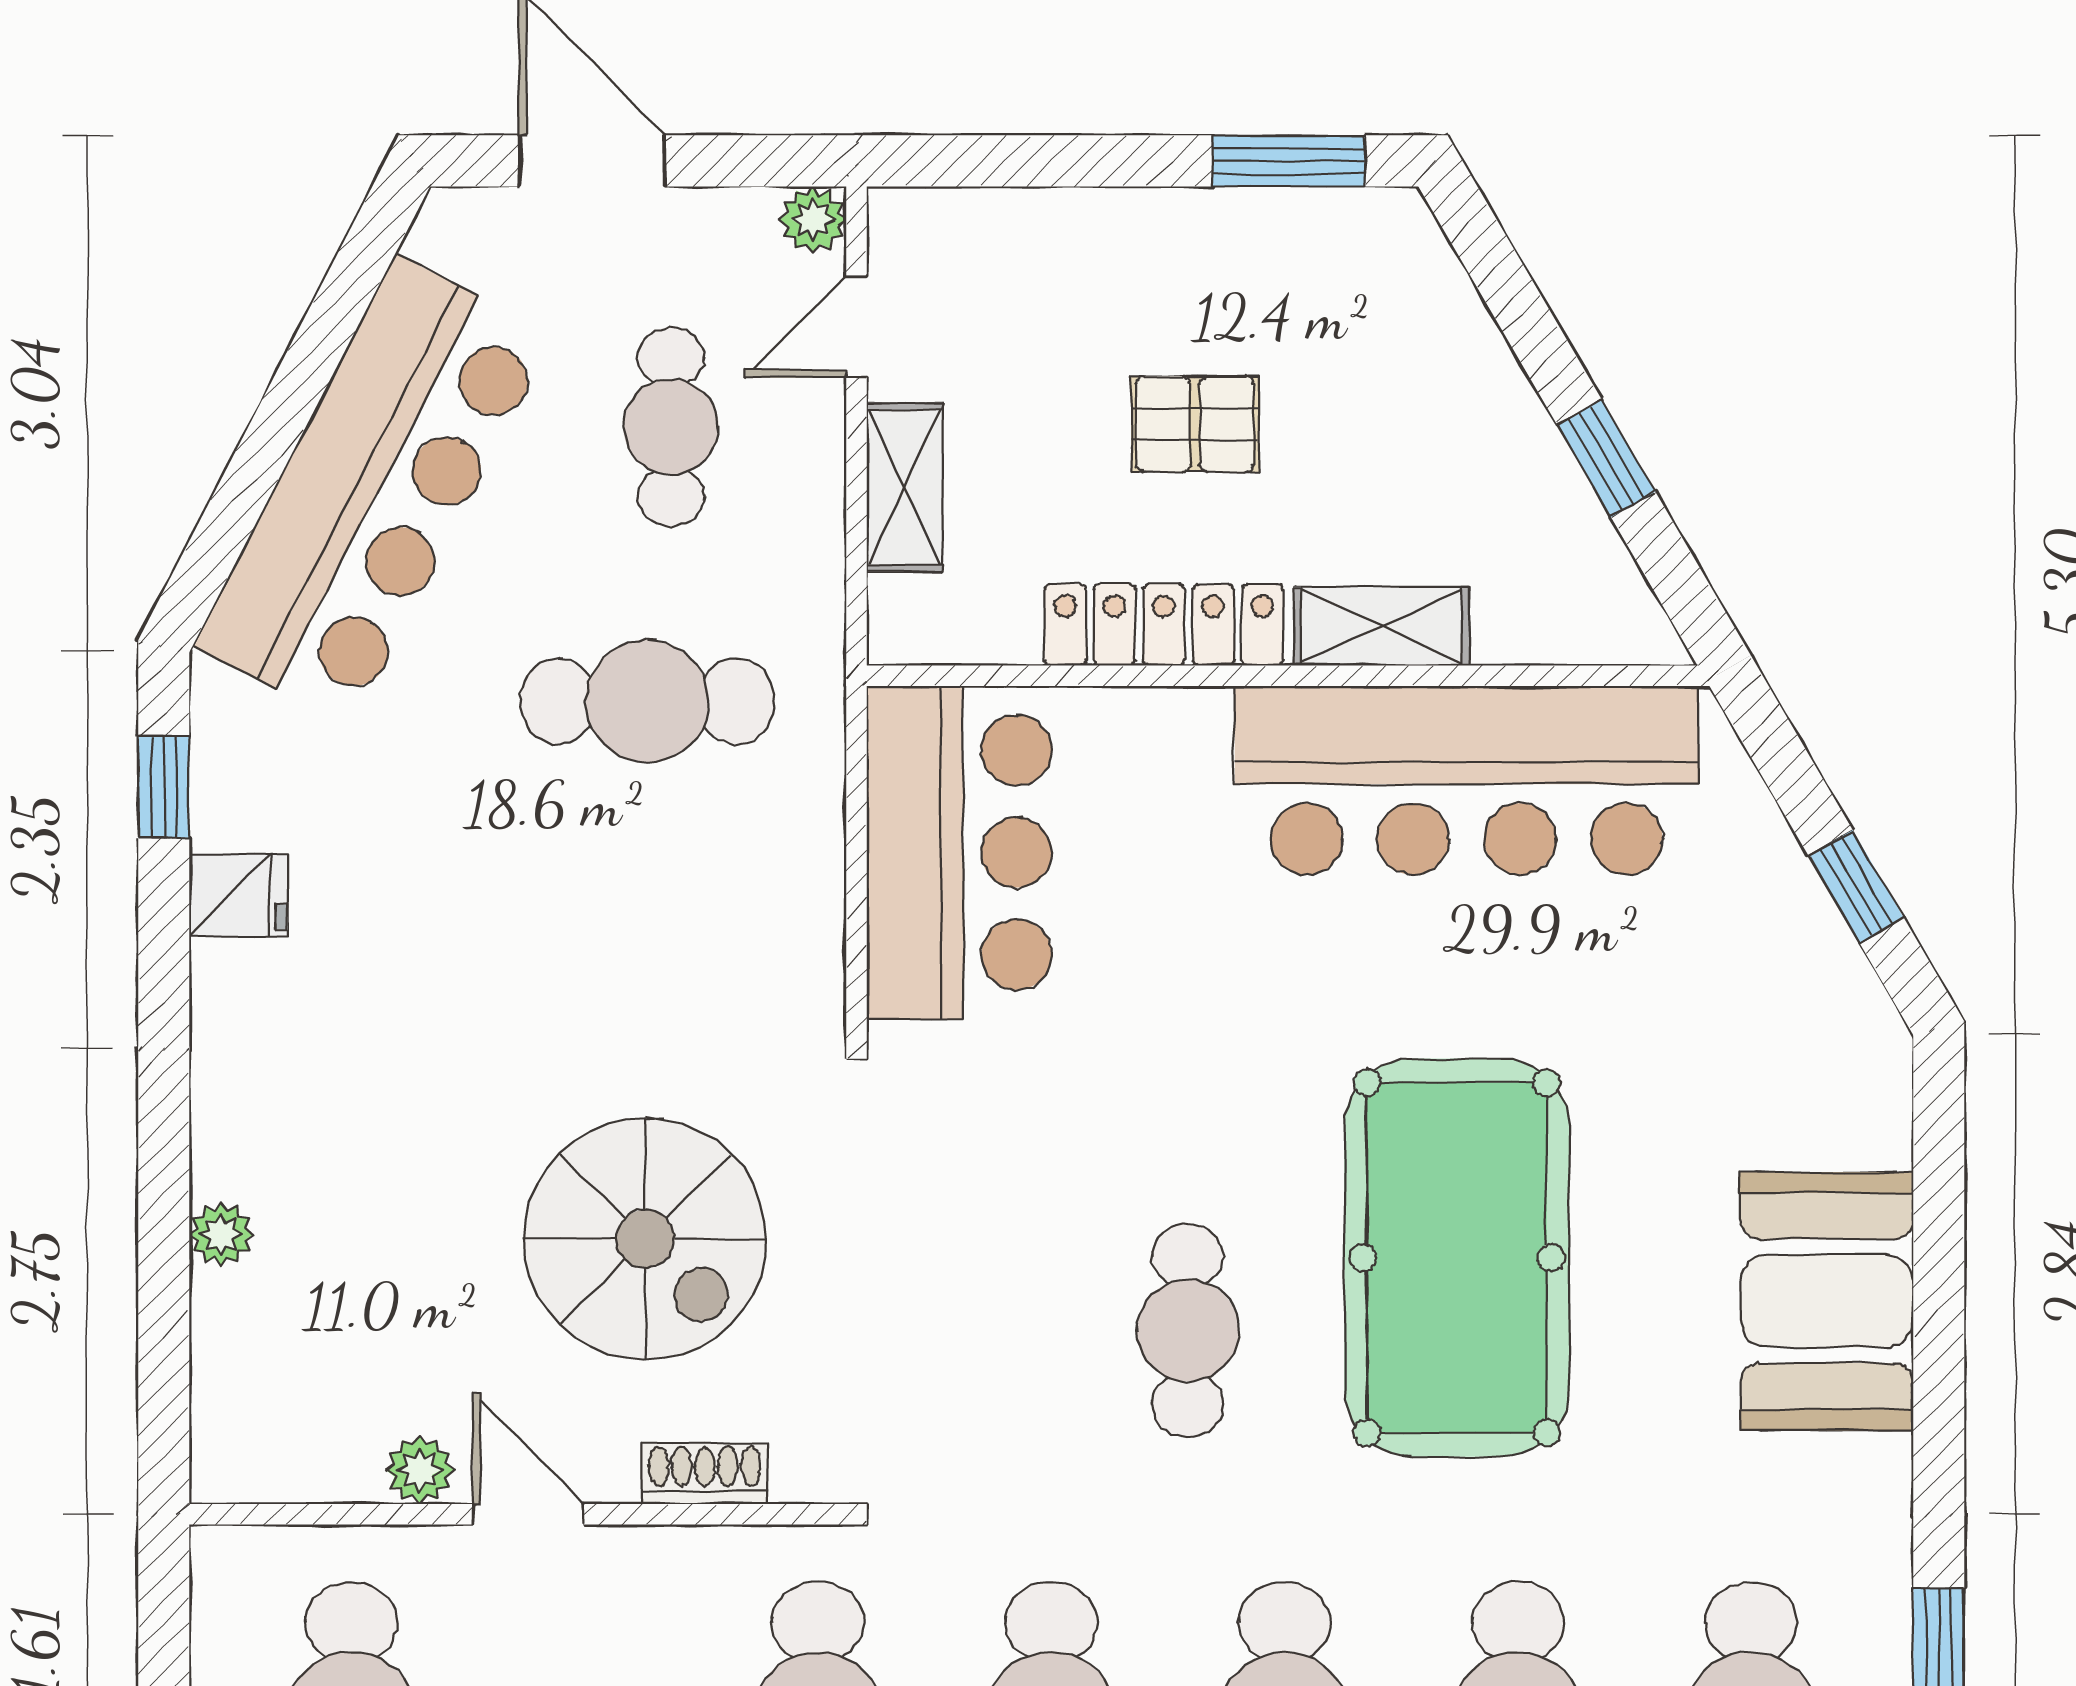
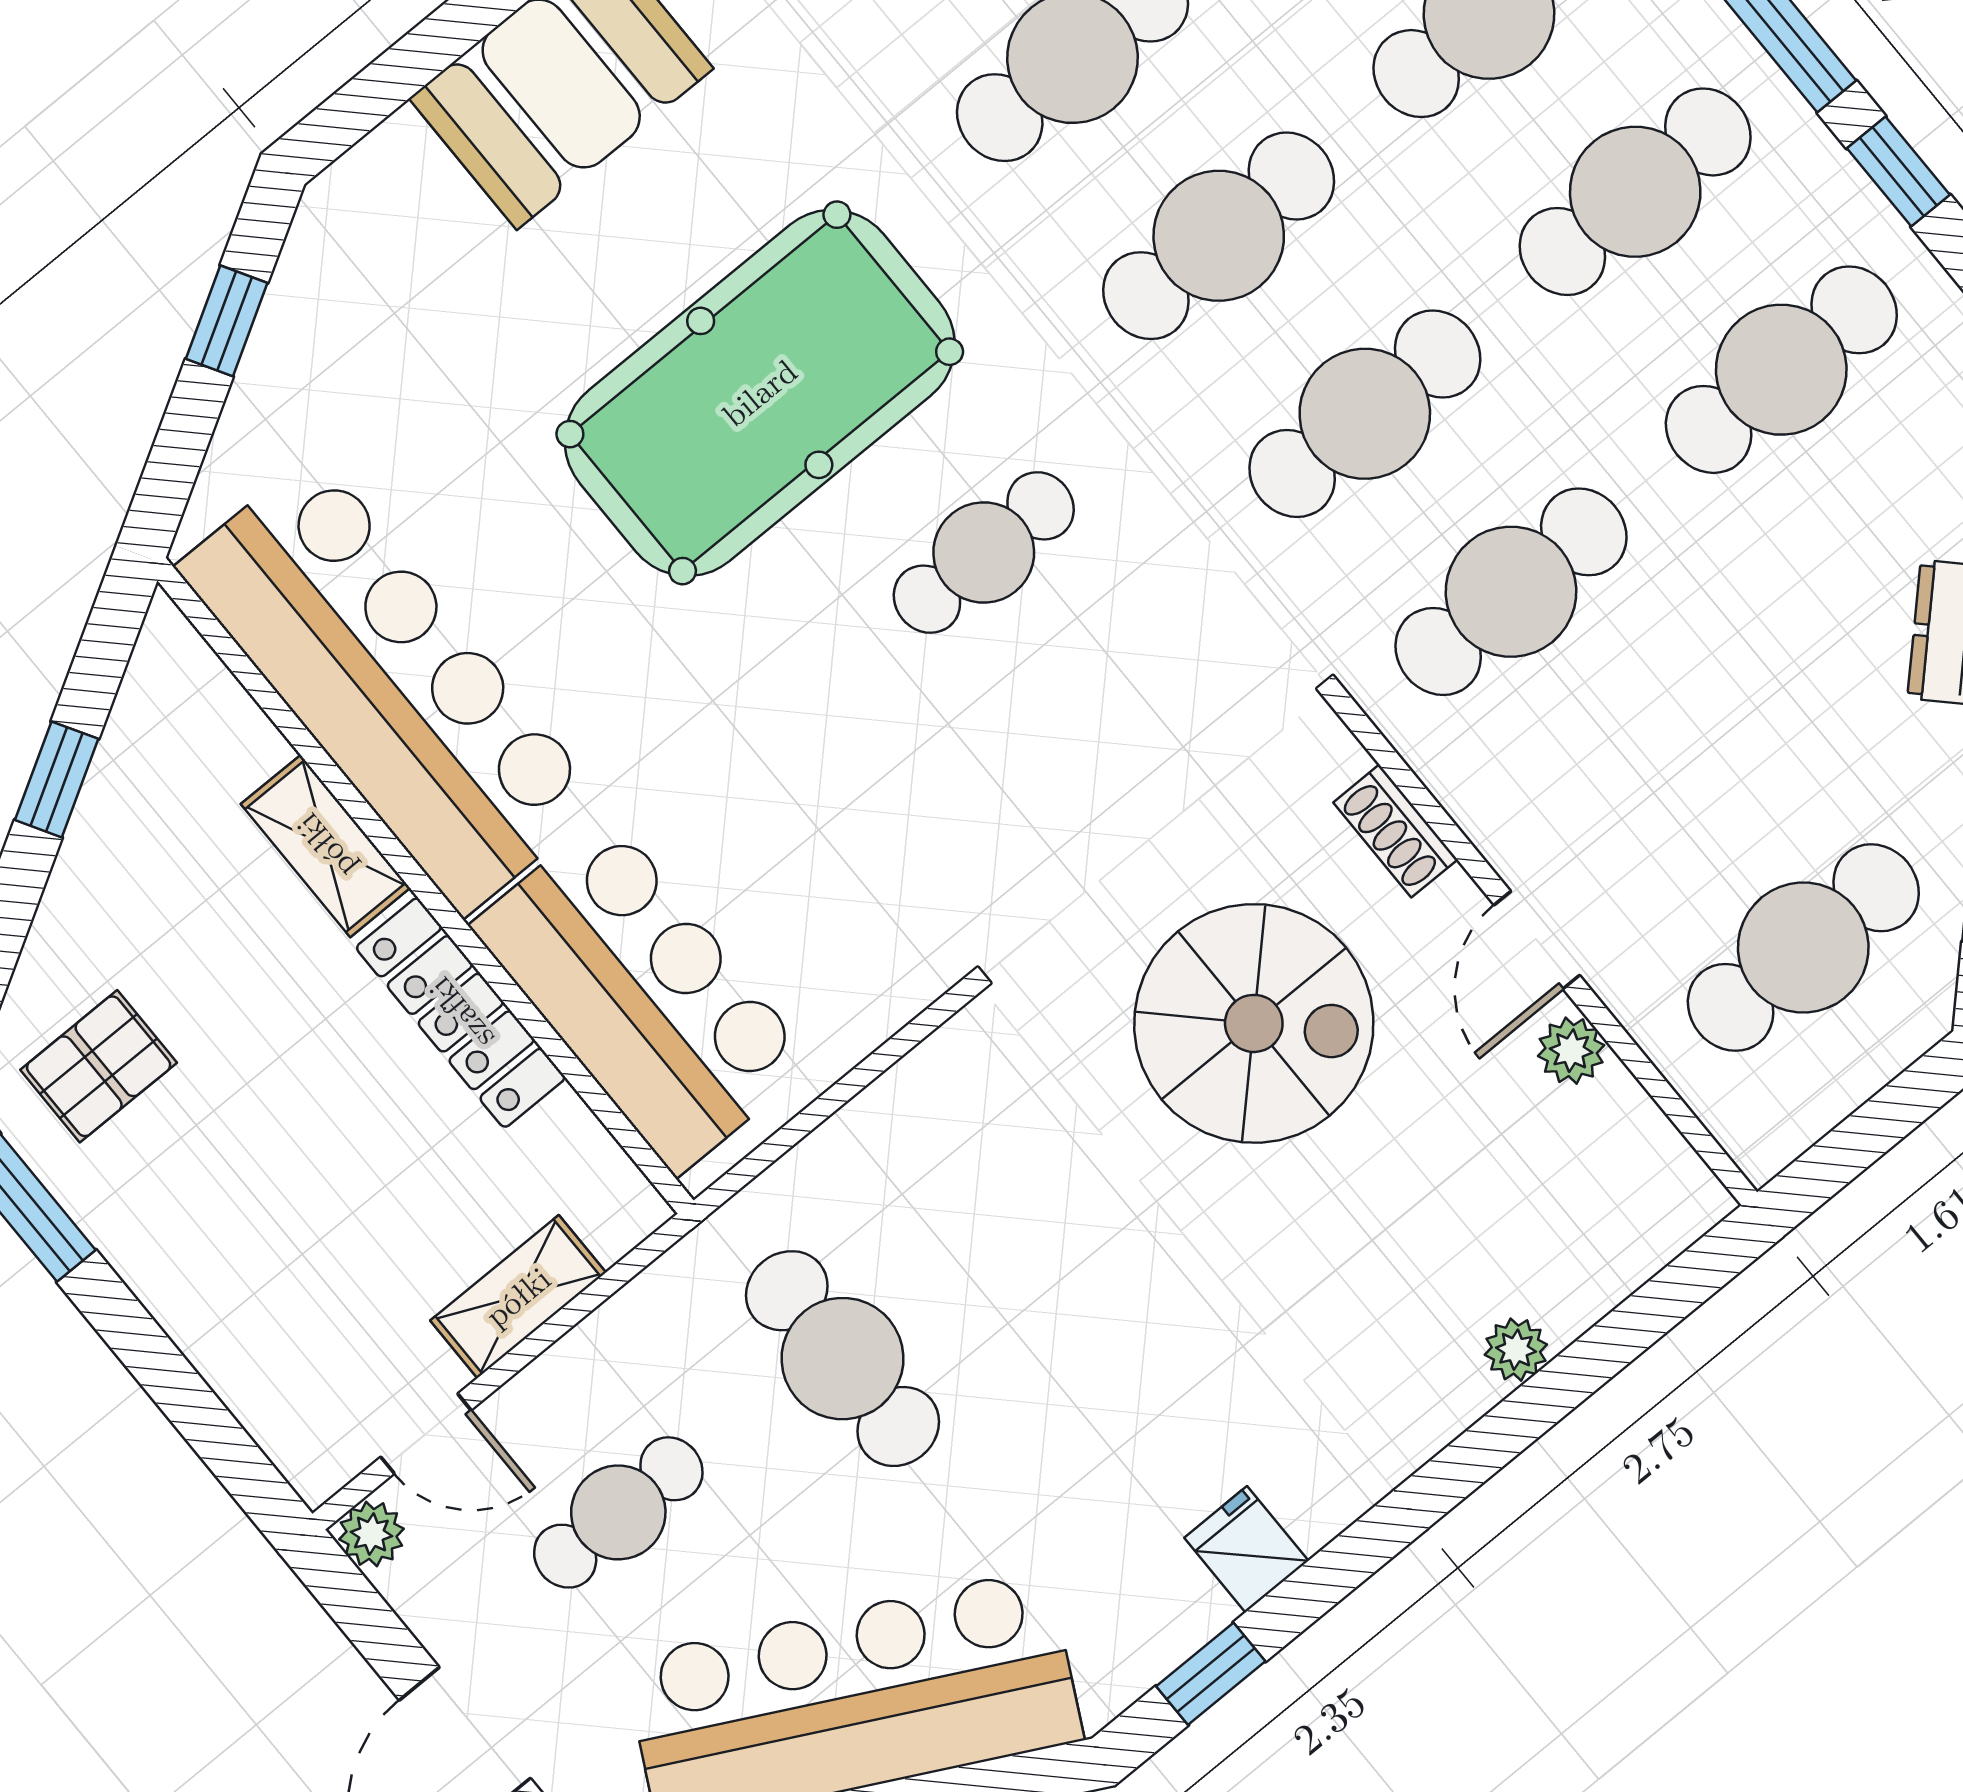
pallet: (1195, 424) -> (99, 1066), moved, turned 90
bar counter: (959, 853) -> (642, 994), moved, turned 90
spiral stairs: (645, 1239) -> (1254, 1023), turned 90

